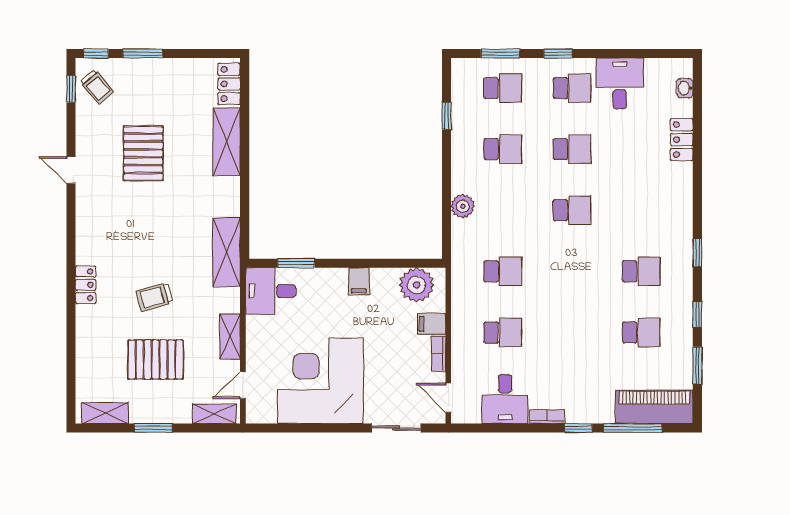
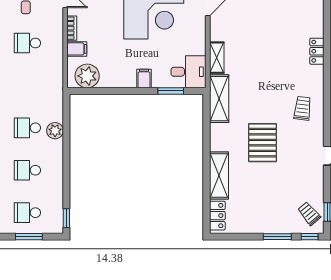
window: (446, 116) -> (66, 218), moved
pallet: (143, 153) -> (262, 143), moved
school desk: (503, 271) -> (27, 128), moved
filing cabinet: (359, 281) -> (144, 78), moved
locker: (86, 285) -> (317, 51), moved
trolley: (154, 297) -> (303, 108), moved, turned -67
shelving: (230, 337) -> (217, 58), moved
pallet: (156, 360) -> (268, 24), removed

